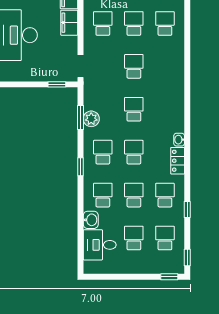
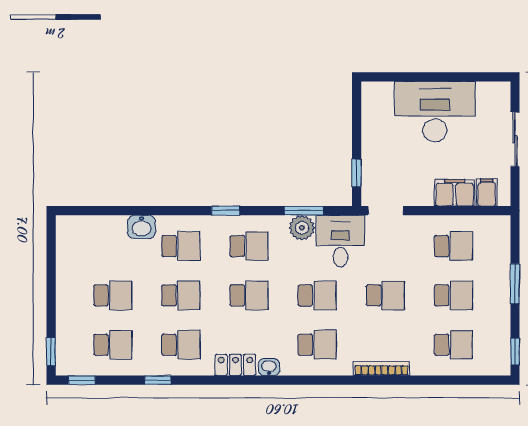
bookcase: (180, 69) -> (382, 369), added
school desk: (165, 109) -> (317, 345), added
desk: (100, 245) -> (340, 241), moved

